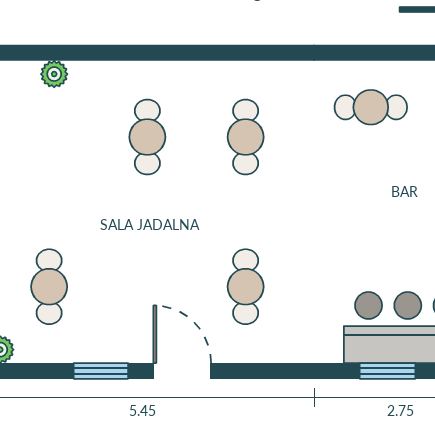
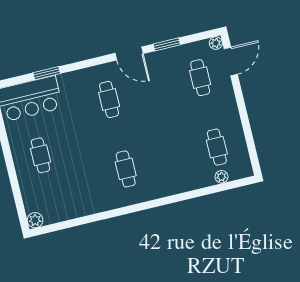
cafe table: (371, 107) -> (40, 155), moved, turned 90
cafe table: (147, 137) -> (217, 147), moved
window: (387, 371) -> (47, 73), moved

